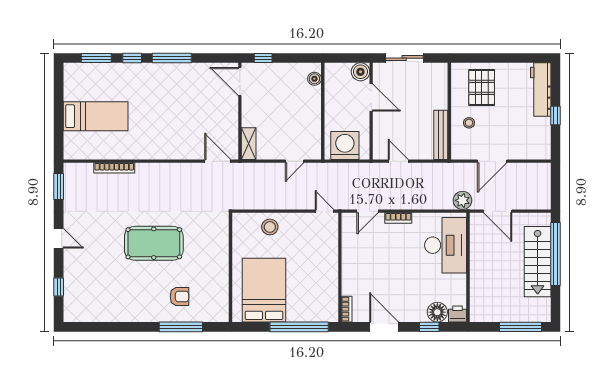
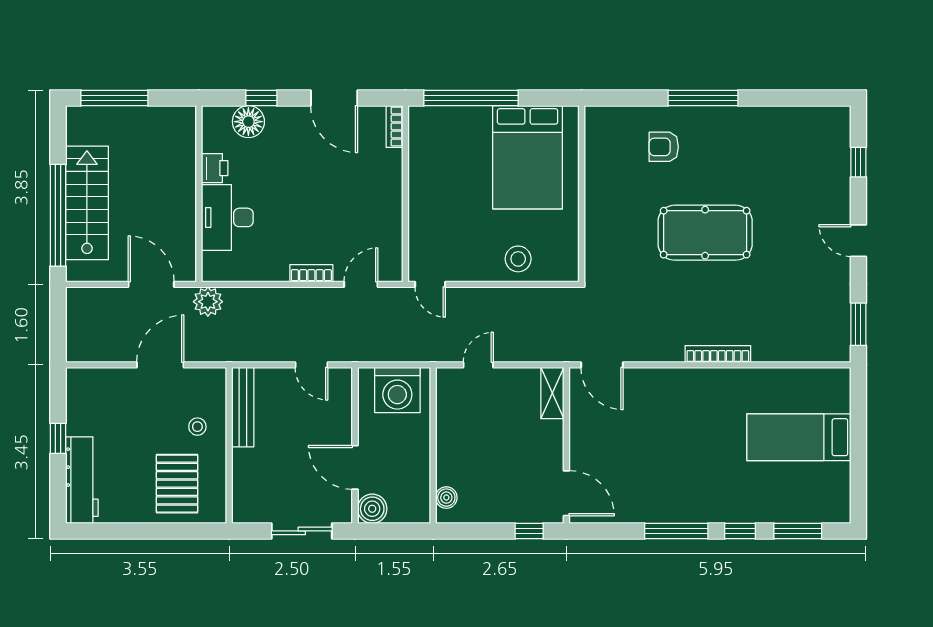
bookcase: (114, 168) -> (718, 354), moved
desk: (446, 245) -> (227, 217), width x0.73, depth x0.77
printer: (457, 314) -> (215, 168), moved, turned -90
window: (181, 327) -> (703, 98), moved

